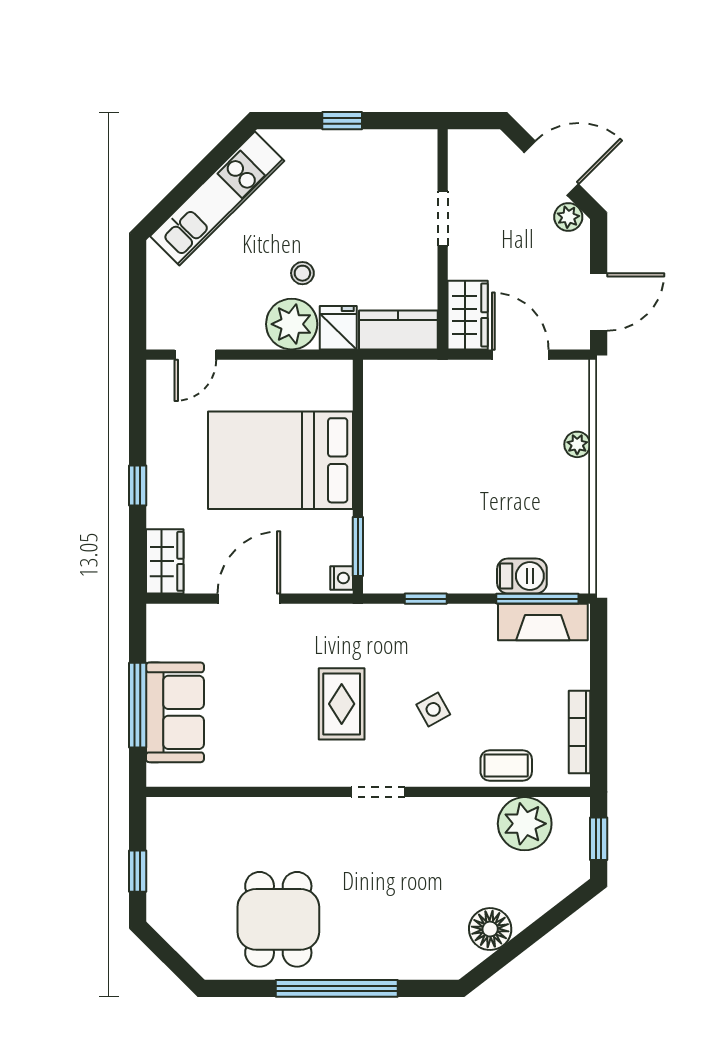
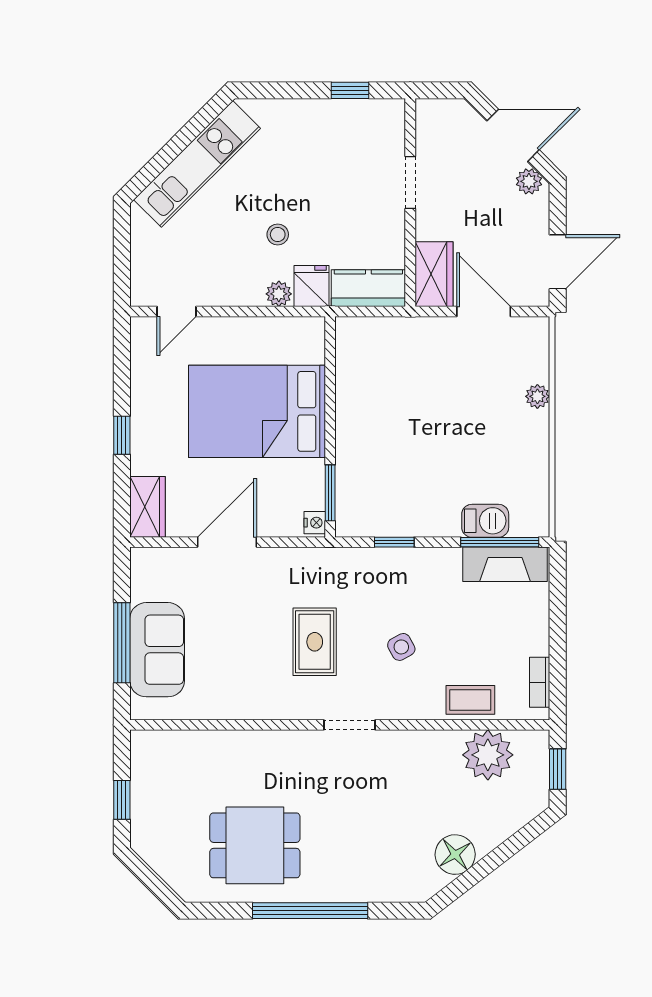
window: (342, 121) -> (350, 90), moved
plant: (292, 324) -> (279, 294), width x0.53, depth x0.53
bookcase: (580, 732) -> (540, 682), width x0.64
dining table: (278, 919) -> (255, 845), turned 90

